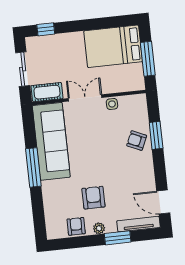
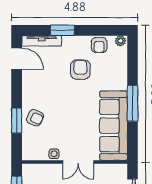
cot: (47, 92) -> (113, 171), removed
armchair: (93, 198) -> (80, 70), turned 180
plant: (99, 228) -> (120, 41), moved

